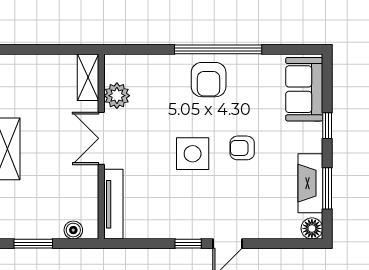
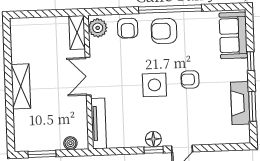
armchair: (158, 74) -> (128, 28), added
armchair: (209, 80) -> (164, 31), turned 90
plant: (117, 96) -> (98, 28), moved
floor lamp: (312, 228) -> (153, 139), moved

